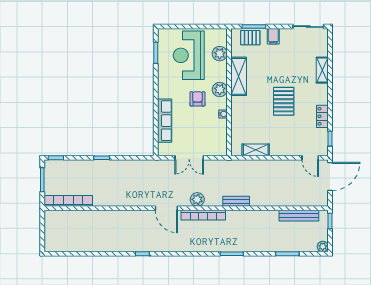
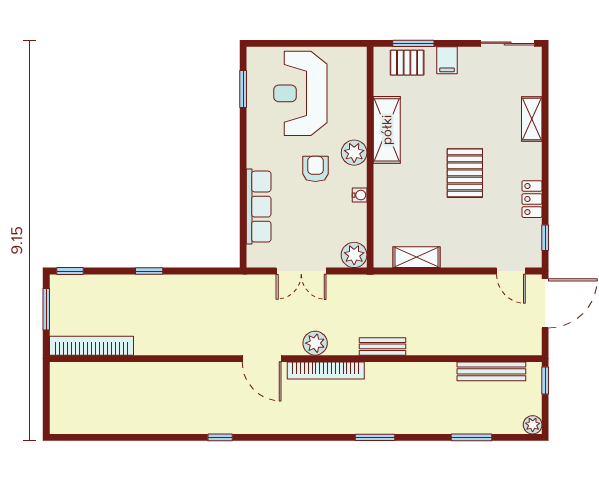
plant: (220, 54) -> (354, 255), moved

